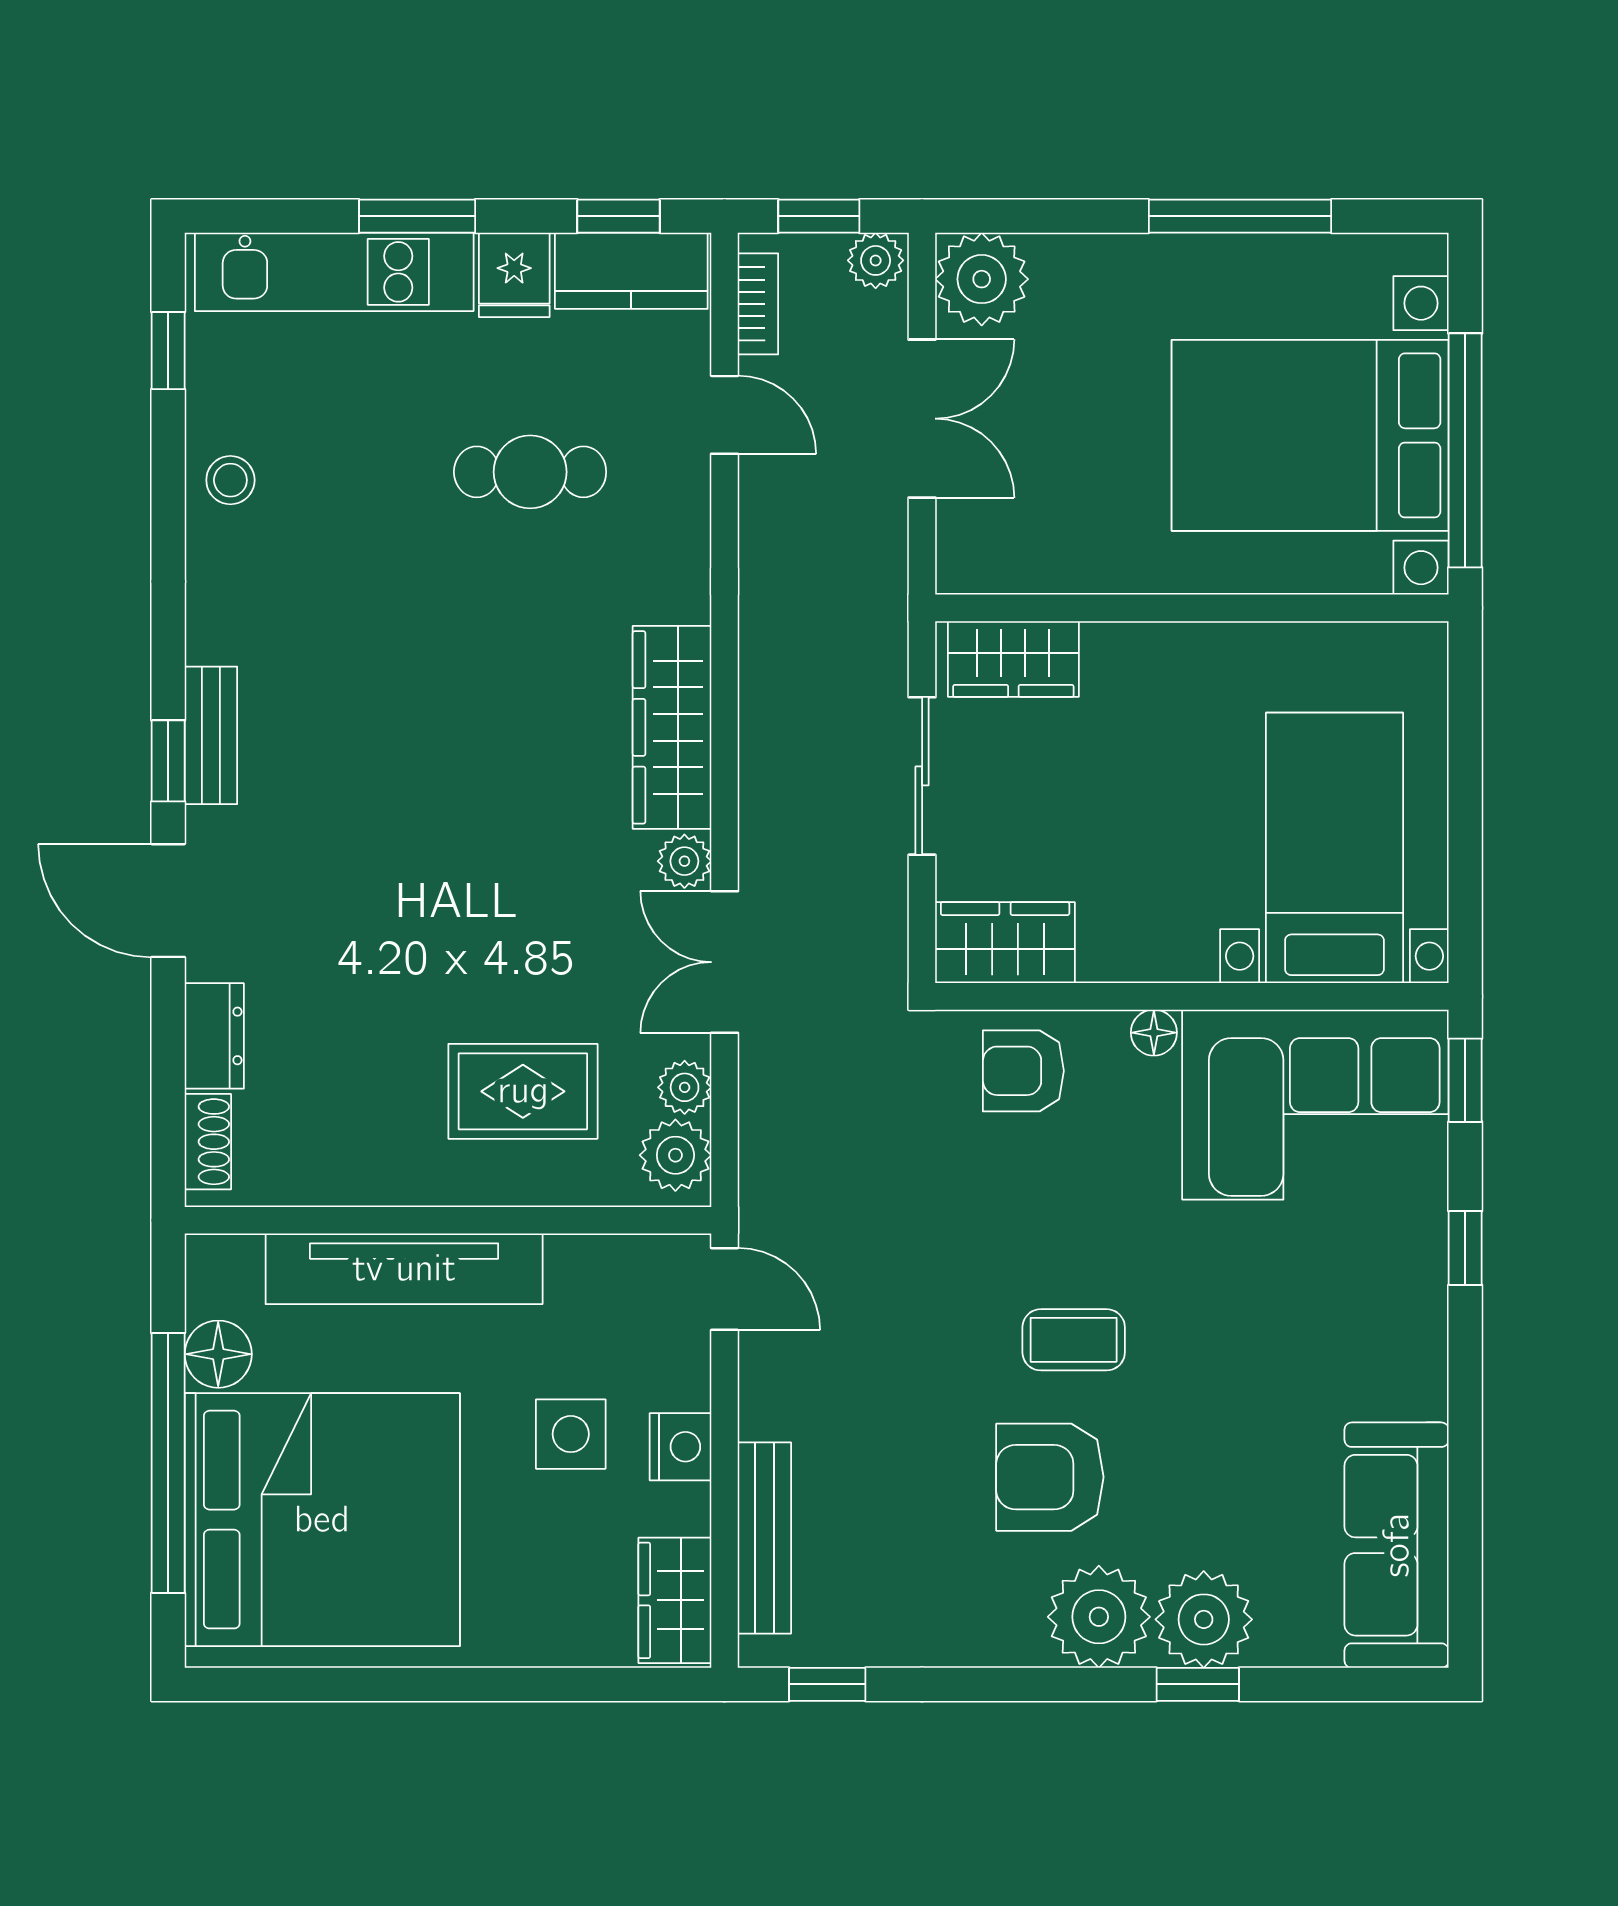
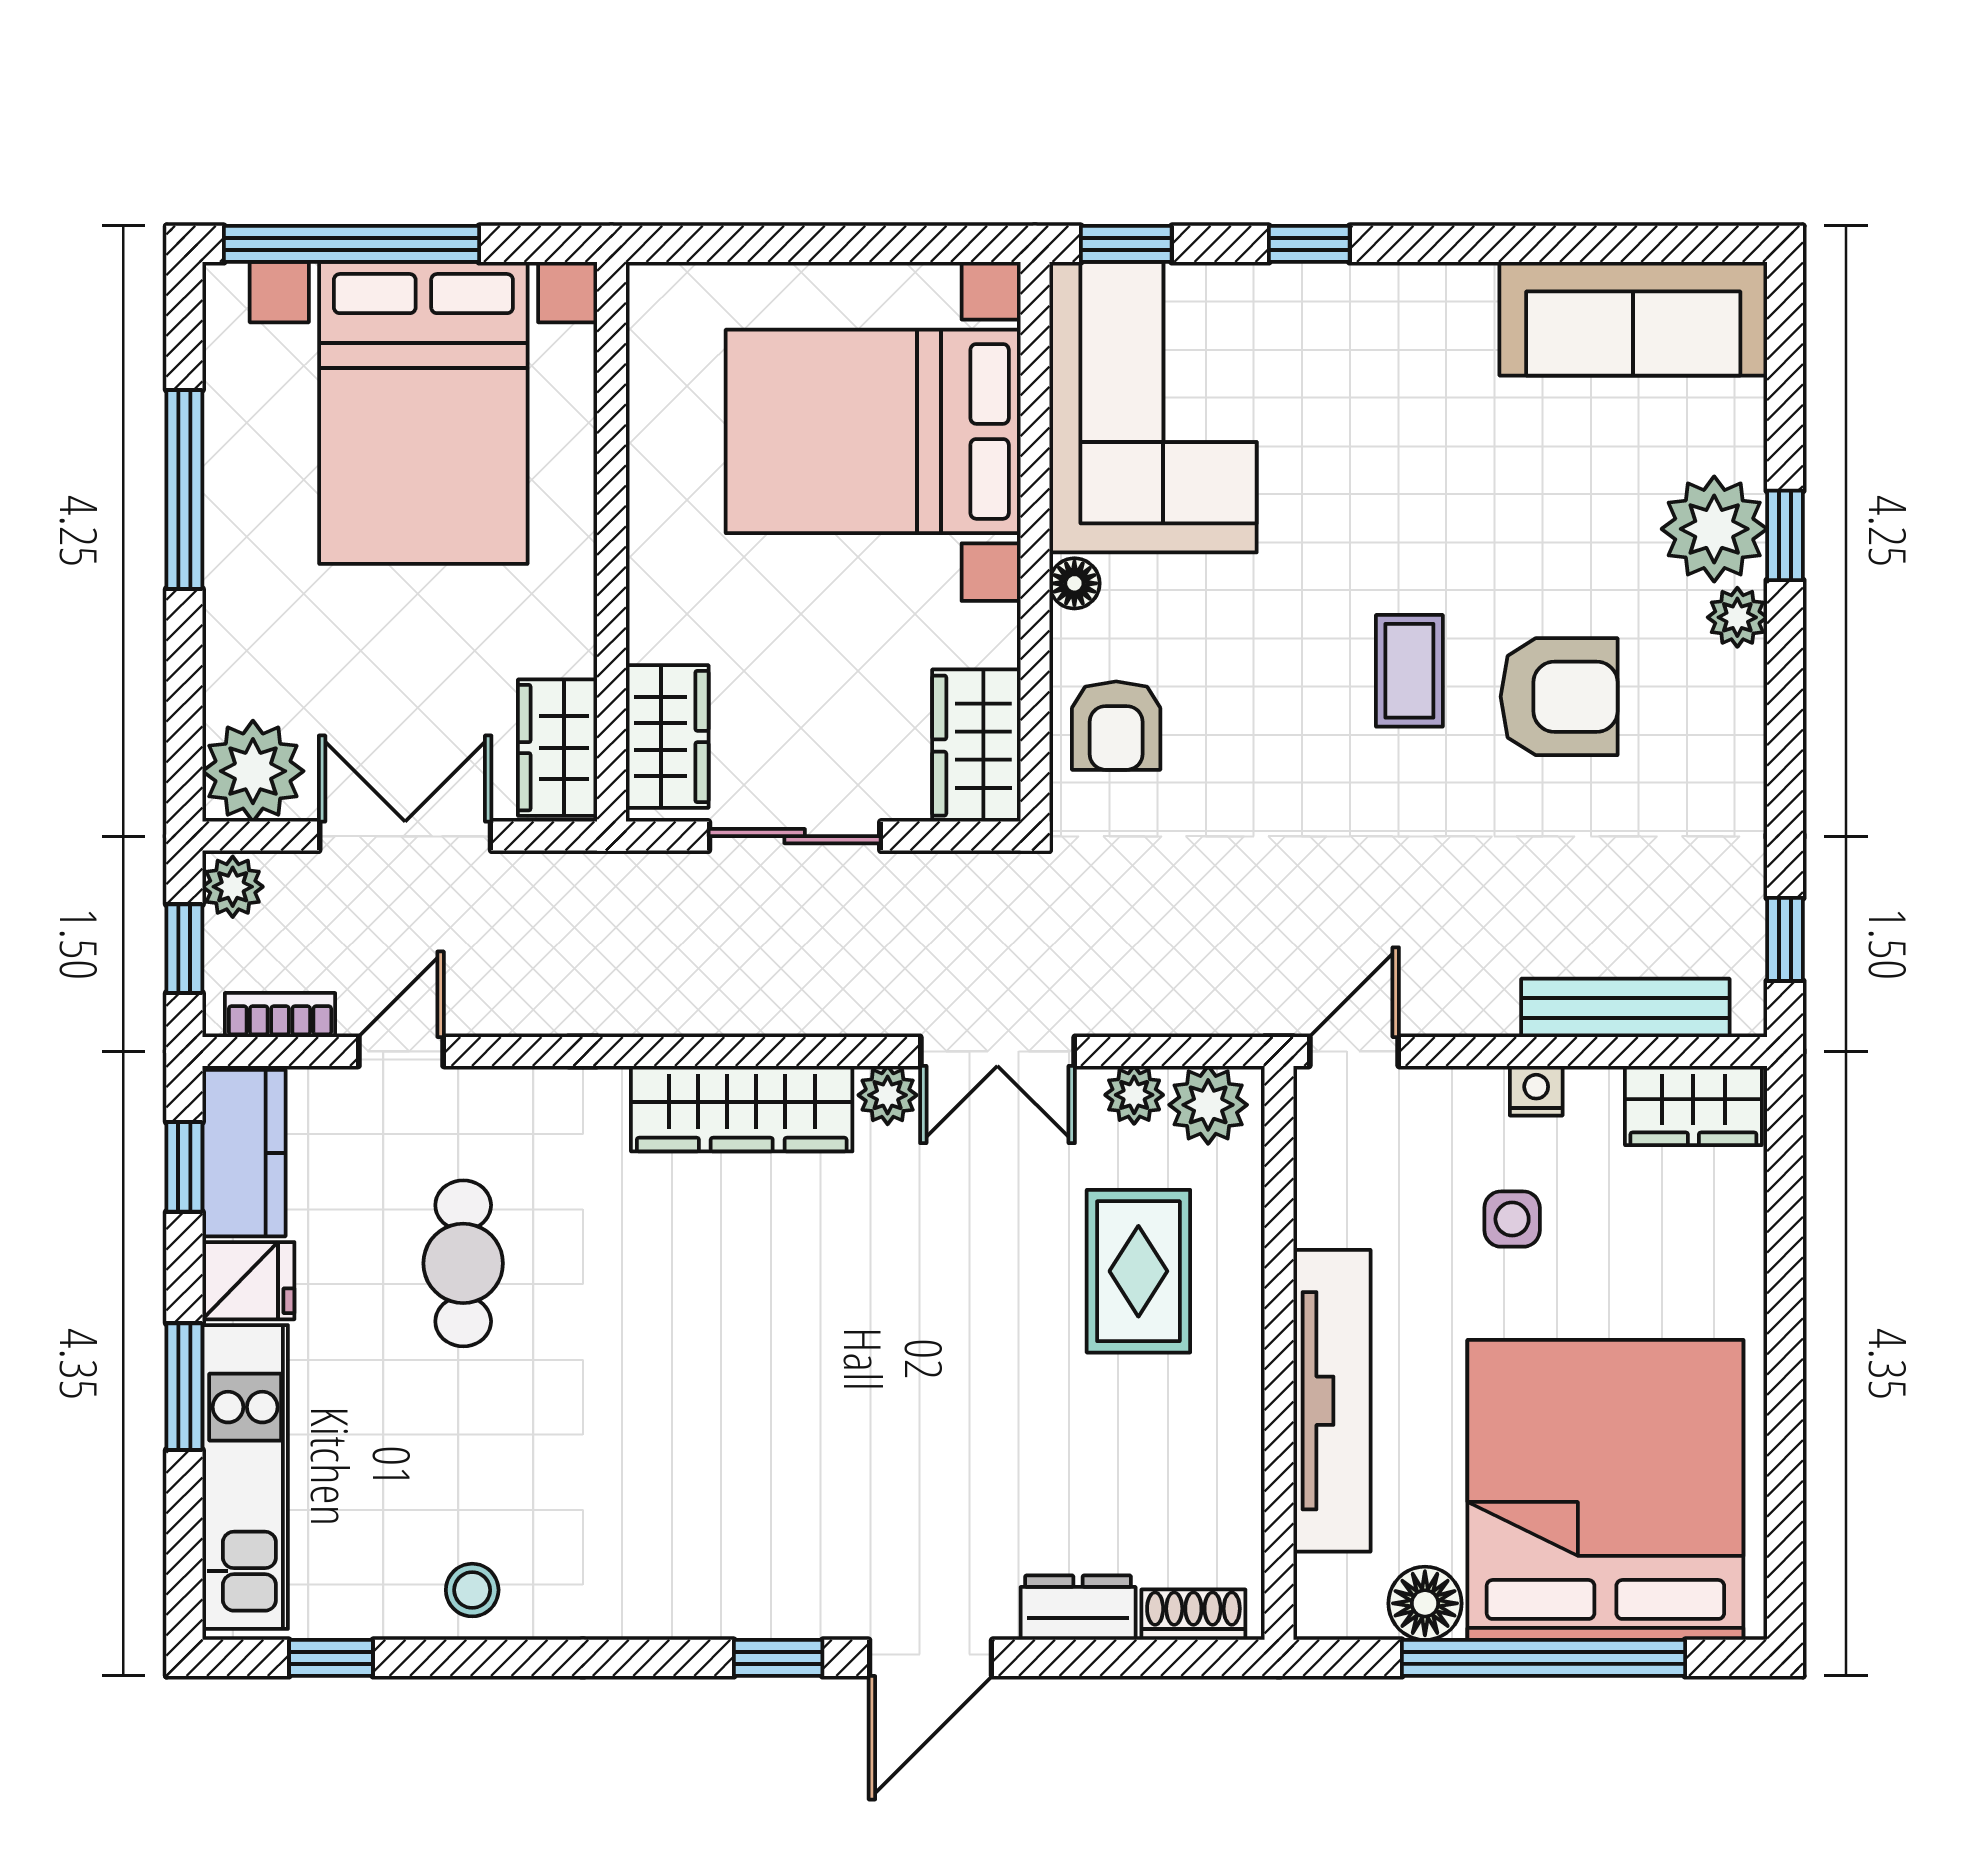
window: (1465, 450) -> (352, 244), moved
wardrobe: (1003, 558) -> (557, 748), added
bench: (211, 735) -> (750, 1611), removed
bed with nightstands: (1334, 848) -> (873, 431), width x1.36
side table: (571, 1434) -> (1512, 1219), width x0.73, depth x0.73
nightstand: (680, 1447) -> (1536, 1091), width x0.72, depth x0.74
armchair: (1050, 1477) -> (1559, 697), turned -90
plant: (1099, 1617) -> (1737, 617), width x0.53, depth x0.53

